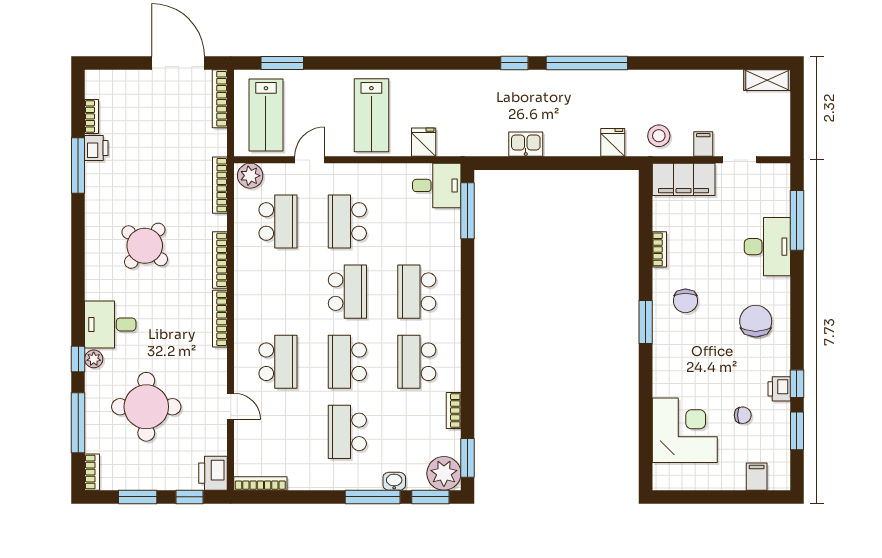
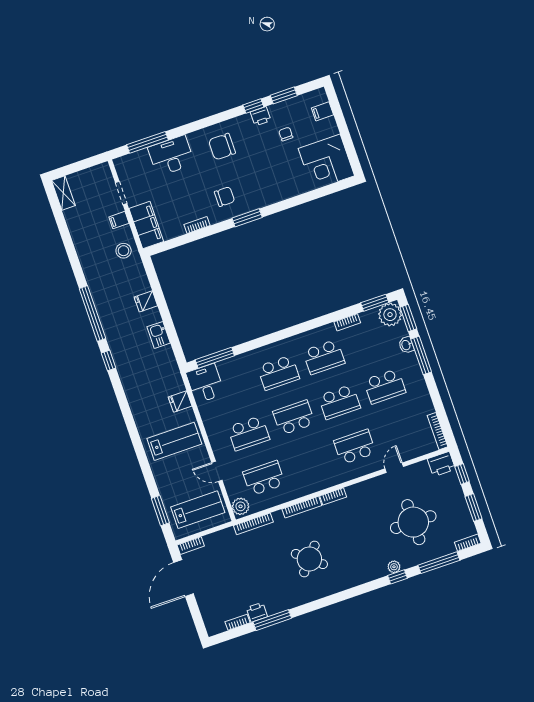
bookcase: (220, 99) -> (191, 546), width x0.64
fridge: (613, 142) -> (146, 301), moved
bookcase: (220, 319) -> (333, 496), width x0.64
desk: (110, 324) -> (368, 564), removed
corner desk: (685, 430) -> (326, 162), moved, turned -90

